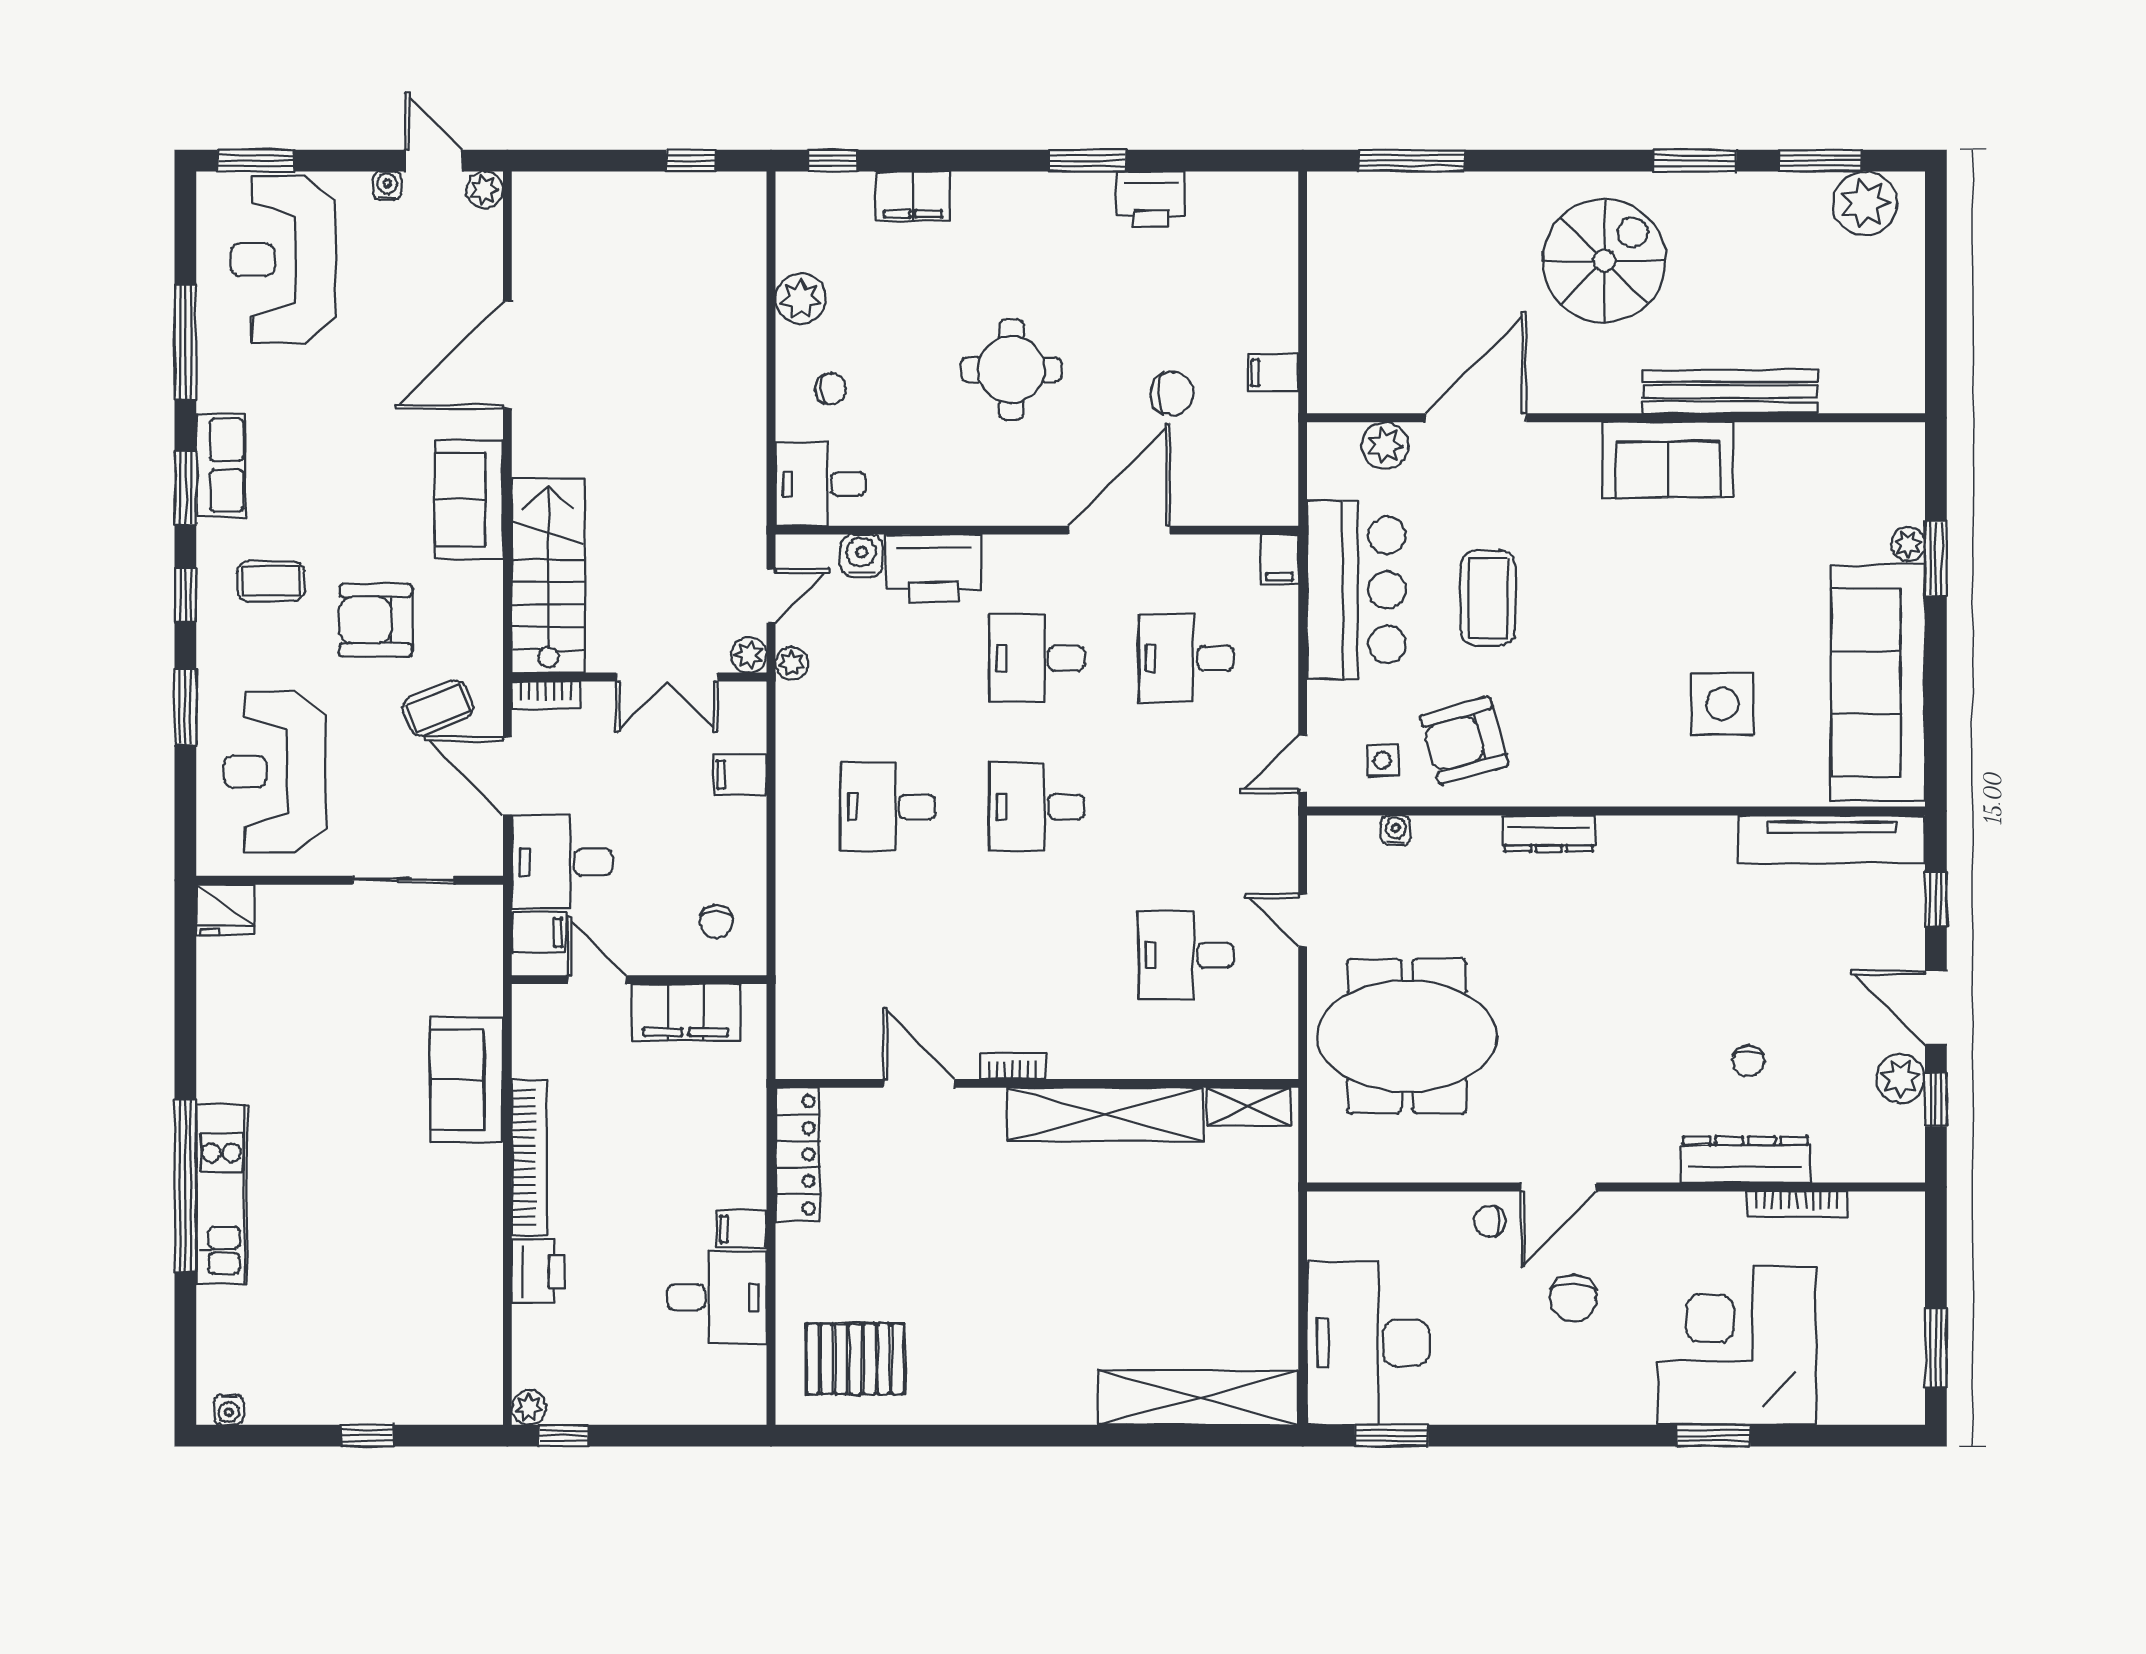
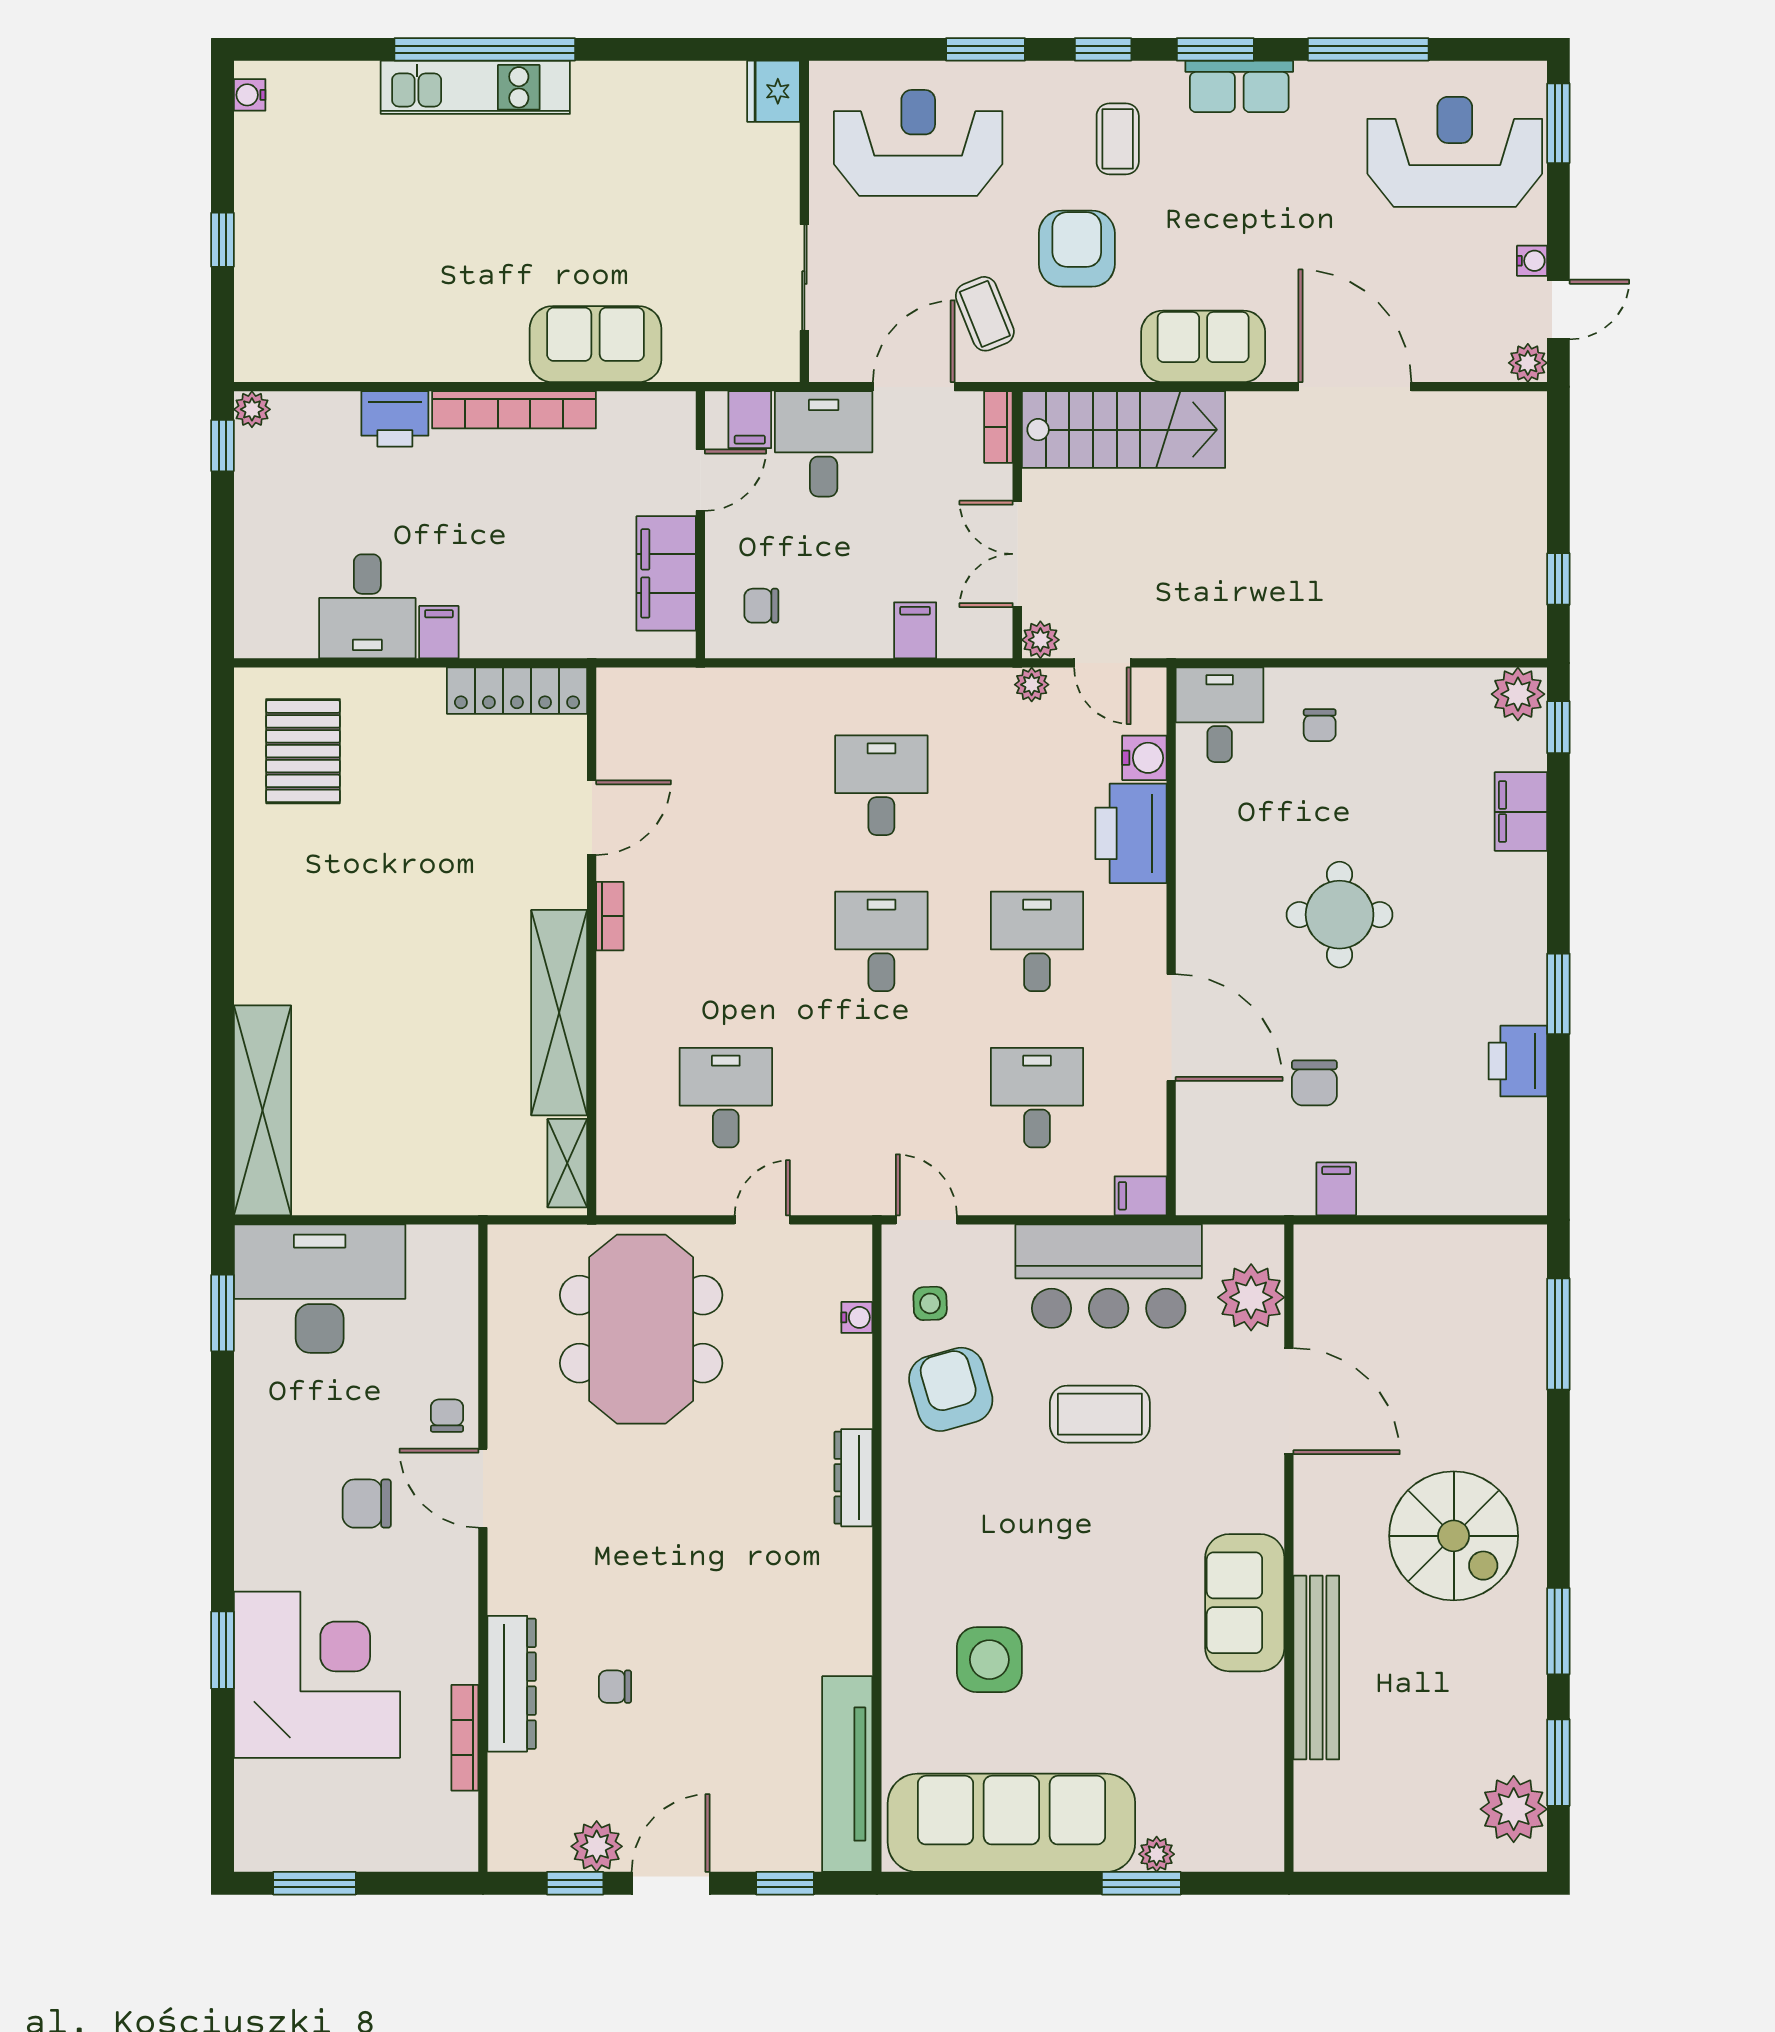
plant: (801, 299) -> (1518, 694), moved
plant: (1385, 445) -> (1251, 1297), width x1.36, depth x1.36

